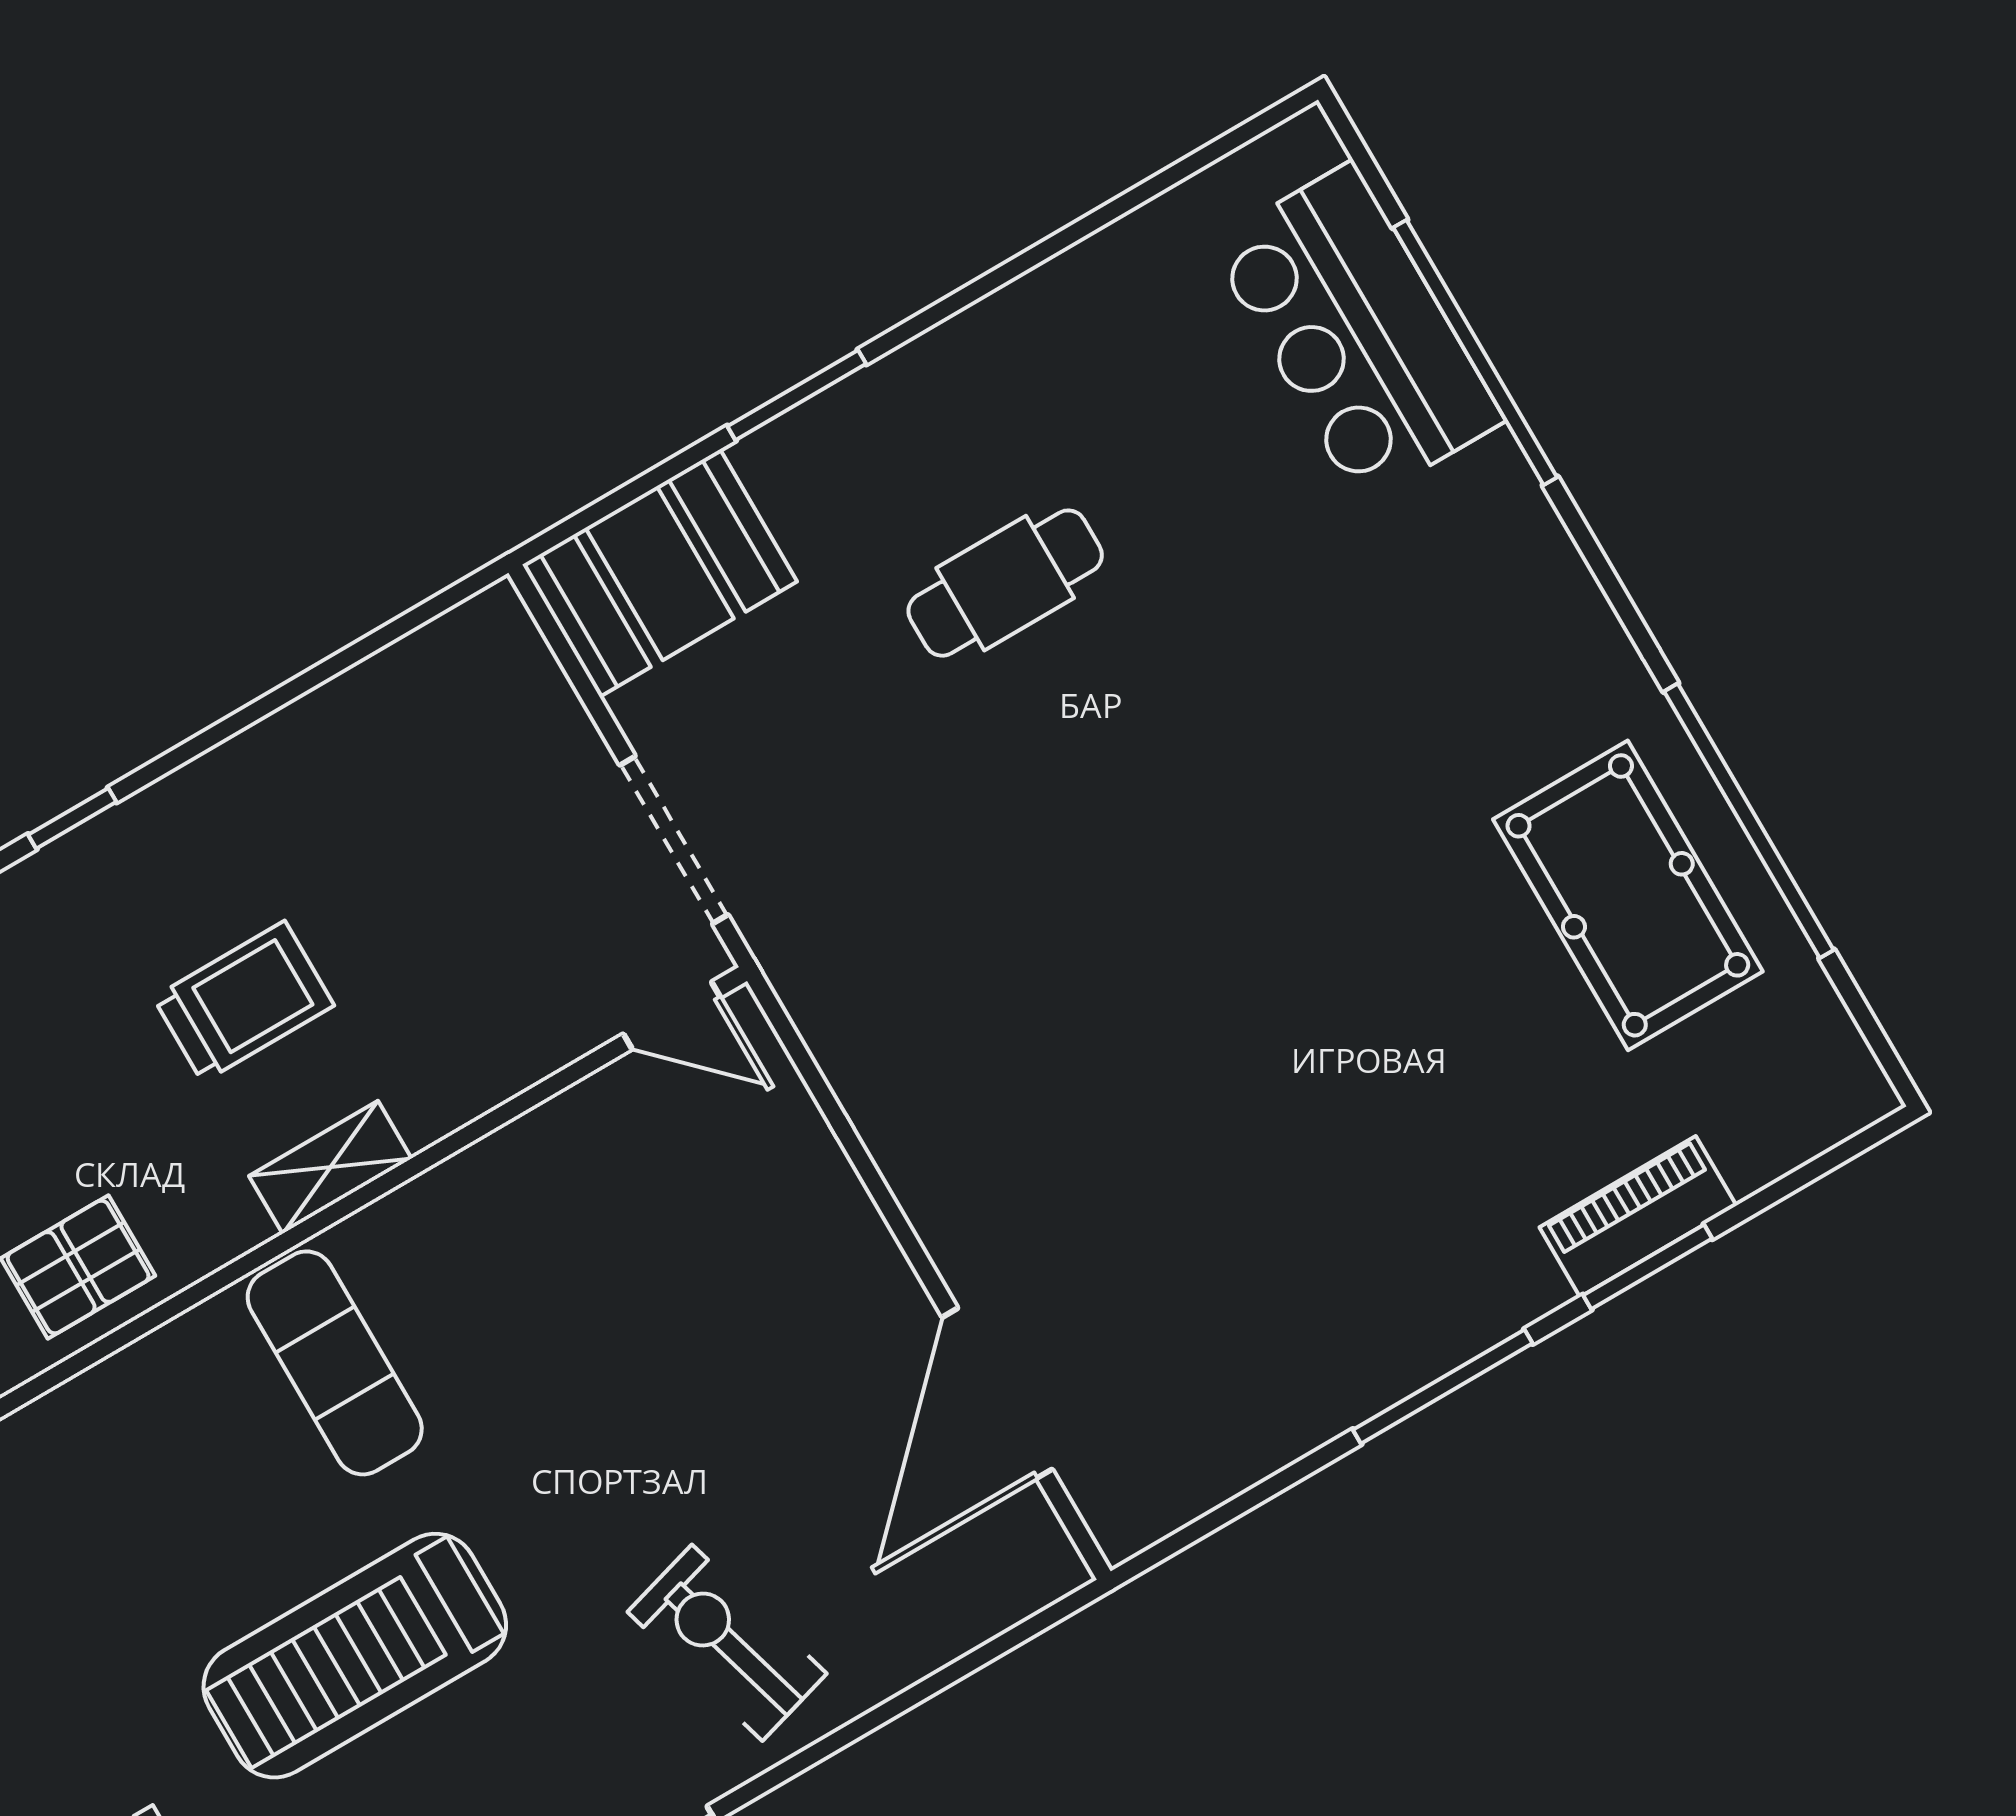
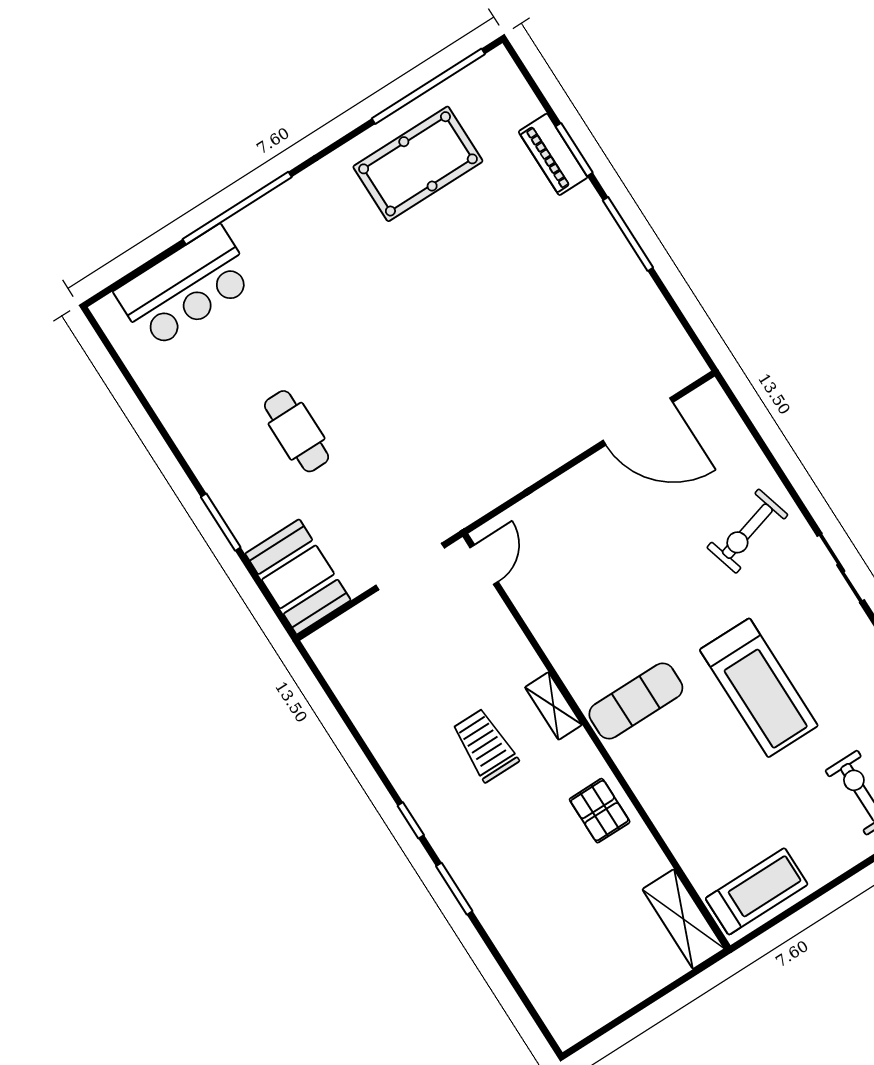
window: (1475, 352) -> (237, 208), moved
window: (1749, 821) -> (428, 86), moved

